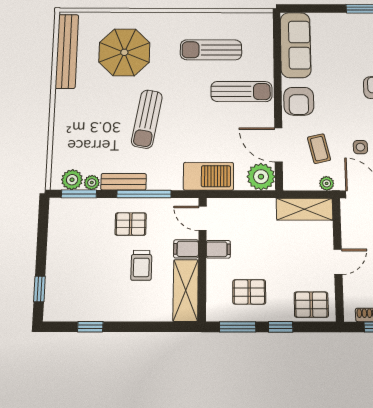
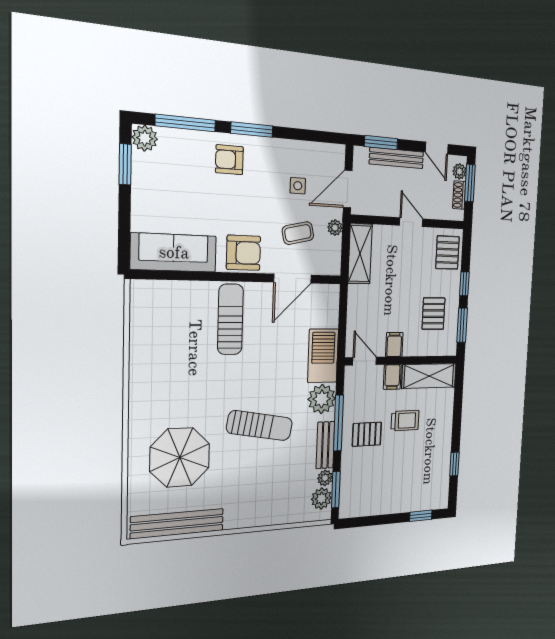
sun lounger: (211, 50) -> (178, 355), removed
plant: (261, 177) -> (322, 399), moved
door: (203, 218) -> (365, 361), swing flipped
pallet: (131, 224) -> (367, 434), turned 90

